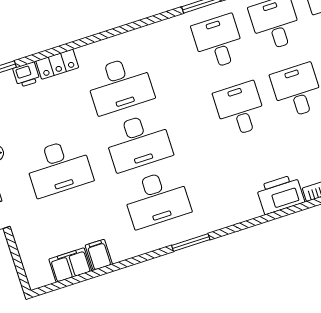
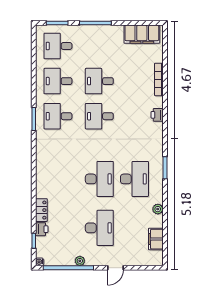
desk: (120, 85) -> (64, 179), removed
printer: (280, 194) -> (157, 115), width x0.53, depth x0.68
plant: (120, 253) -> (158, 209), added
filing cabinet: (99, 255) -> (155, 221), removed

